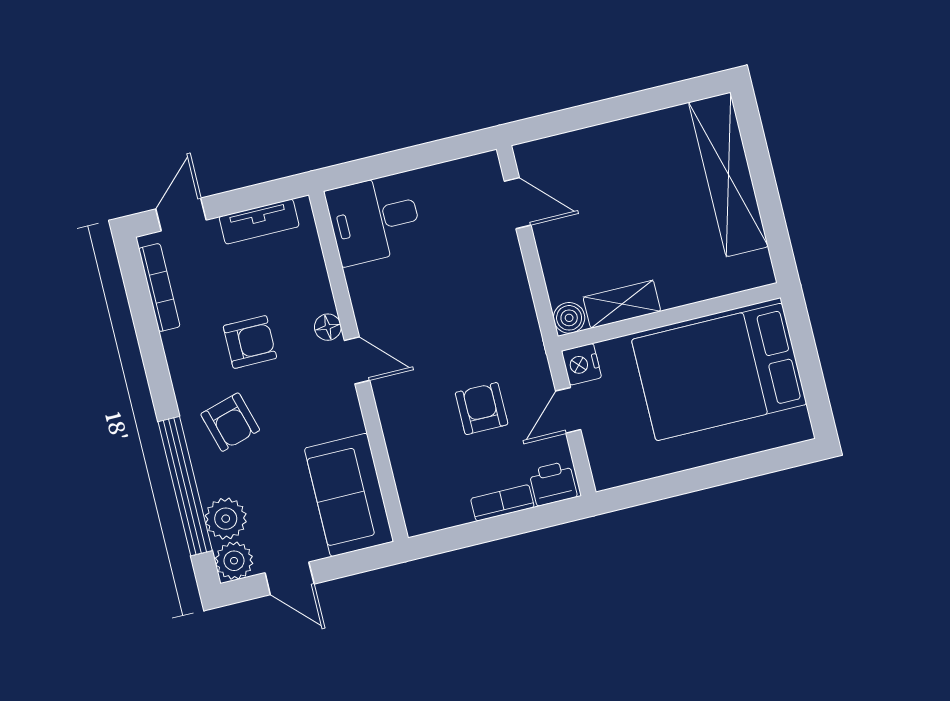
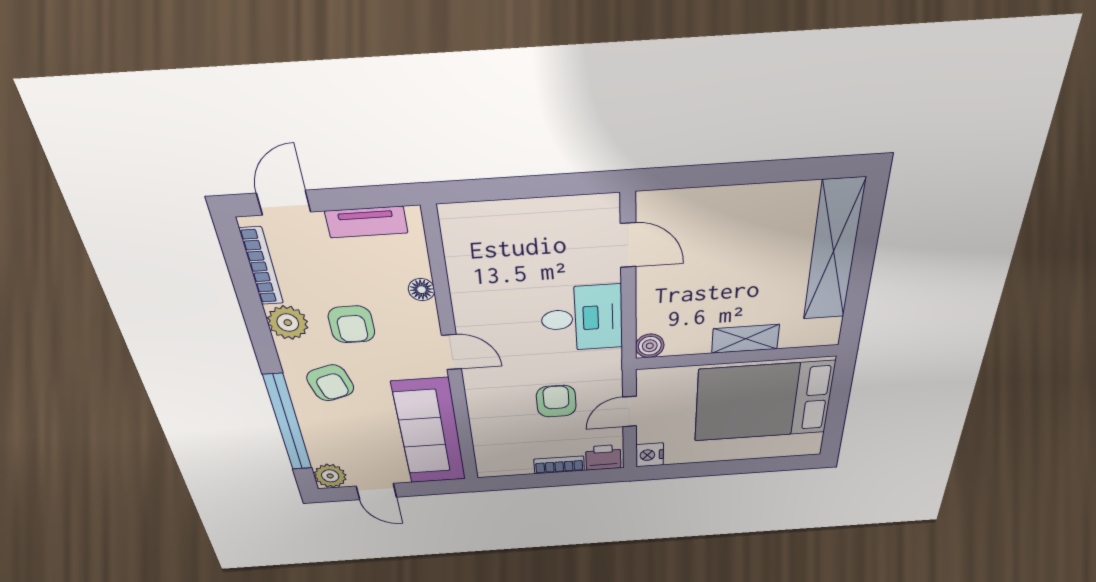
desk: (374, 219) -> (582, 318), moved, turned 180
shelving: (622, 304) -> (745, 339), moved
floor lamp: (328, 327) -> (422, 290), moved
armchair: (250, 342) -> (352, 324), turned 90
nightstand: (581, 364) -> (650, 455), moved
sofa: (349, 495) -> (429, 432), width x1.36
plant: (226, 519) -> (288, 323), moved

